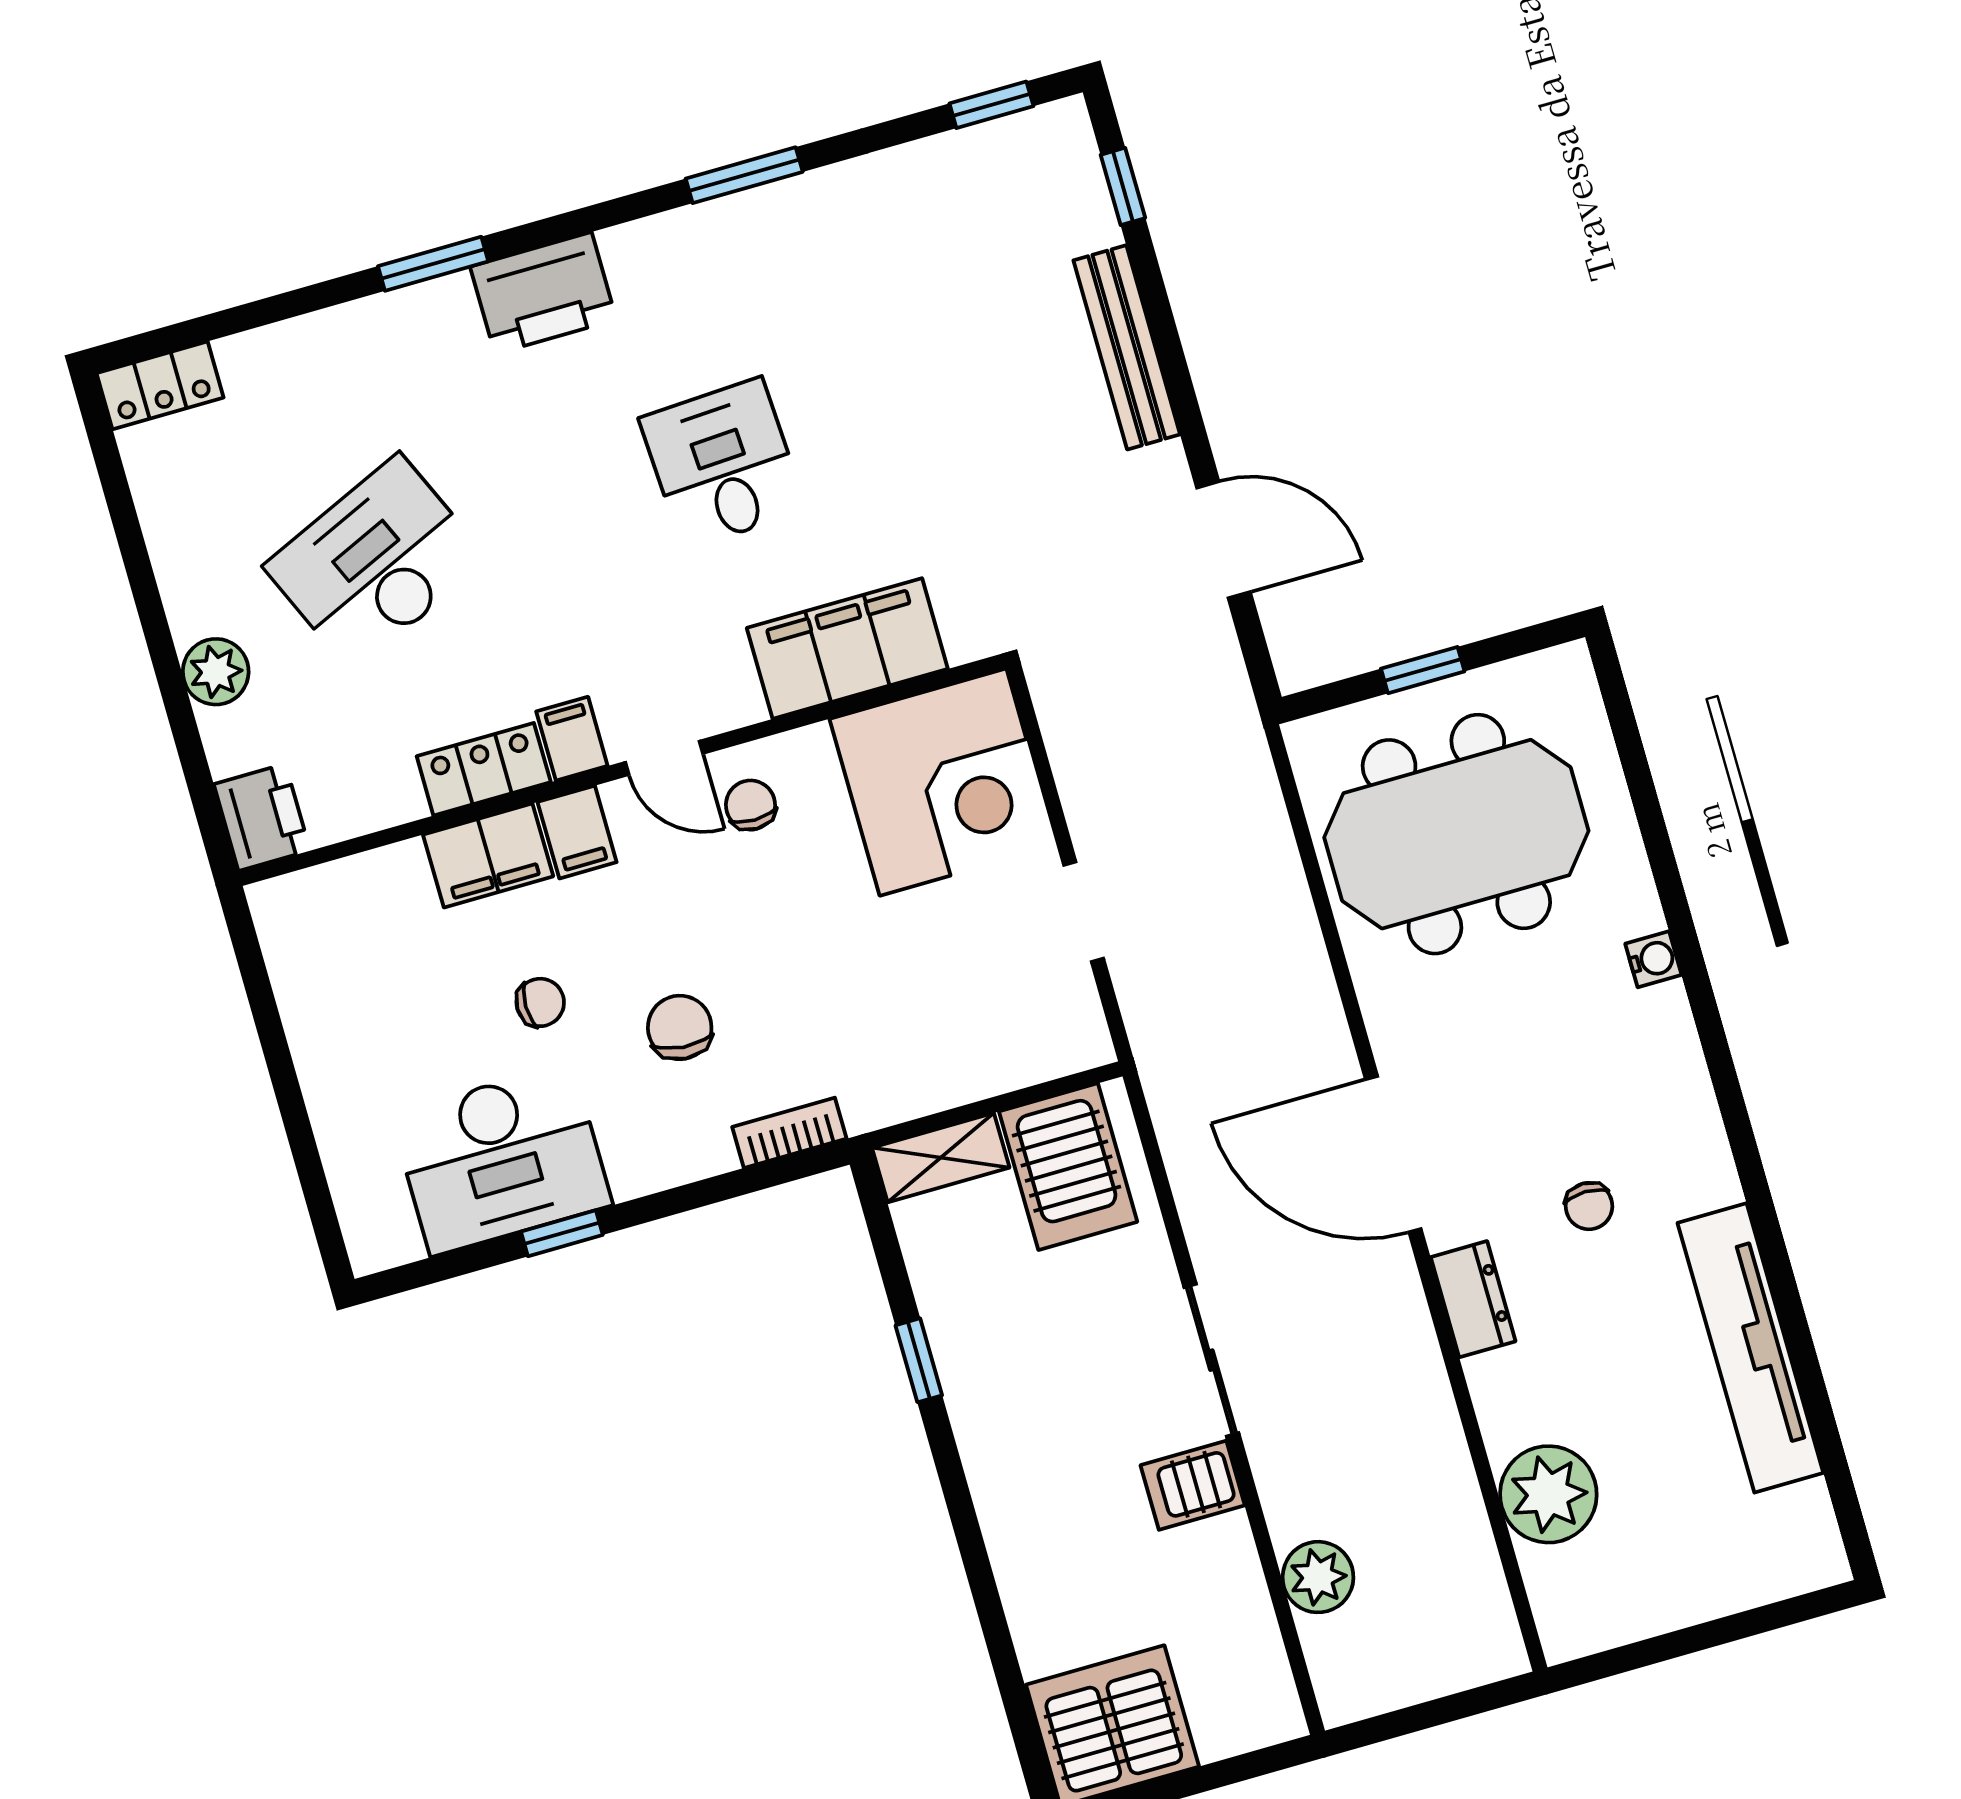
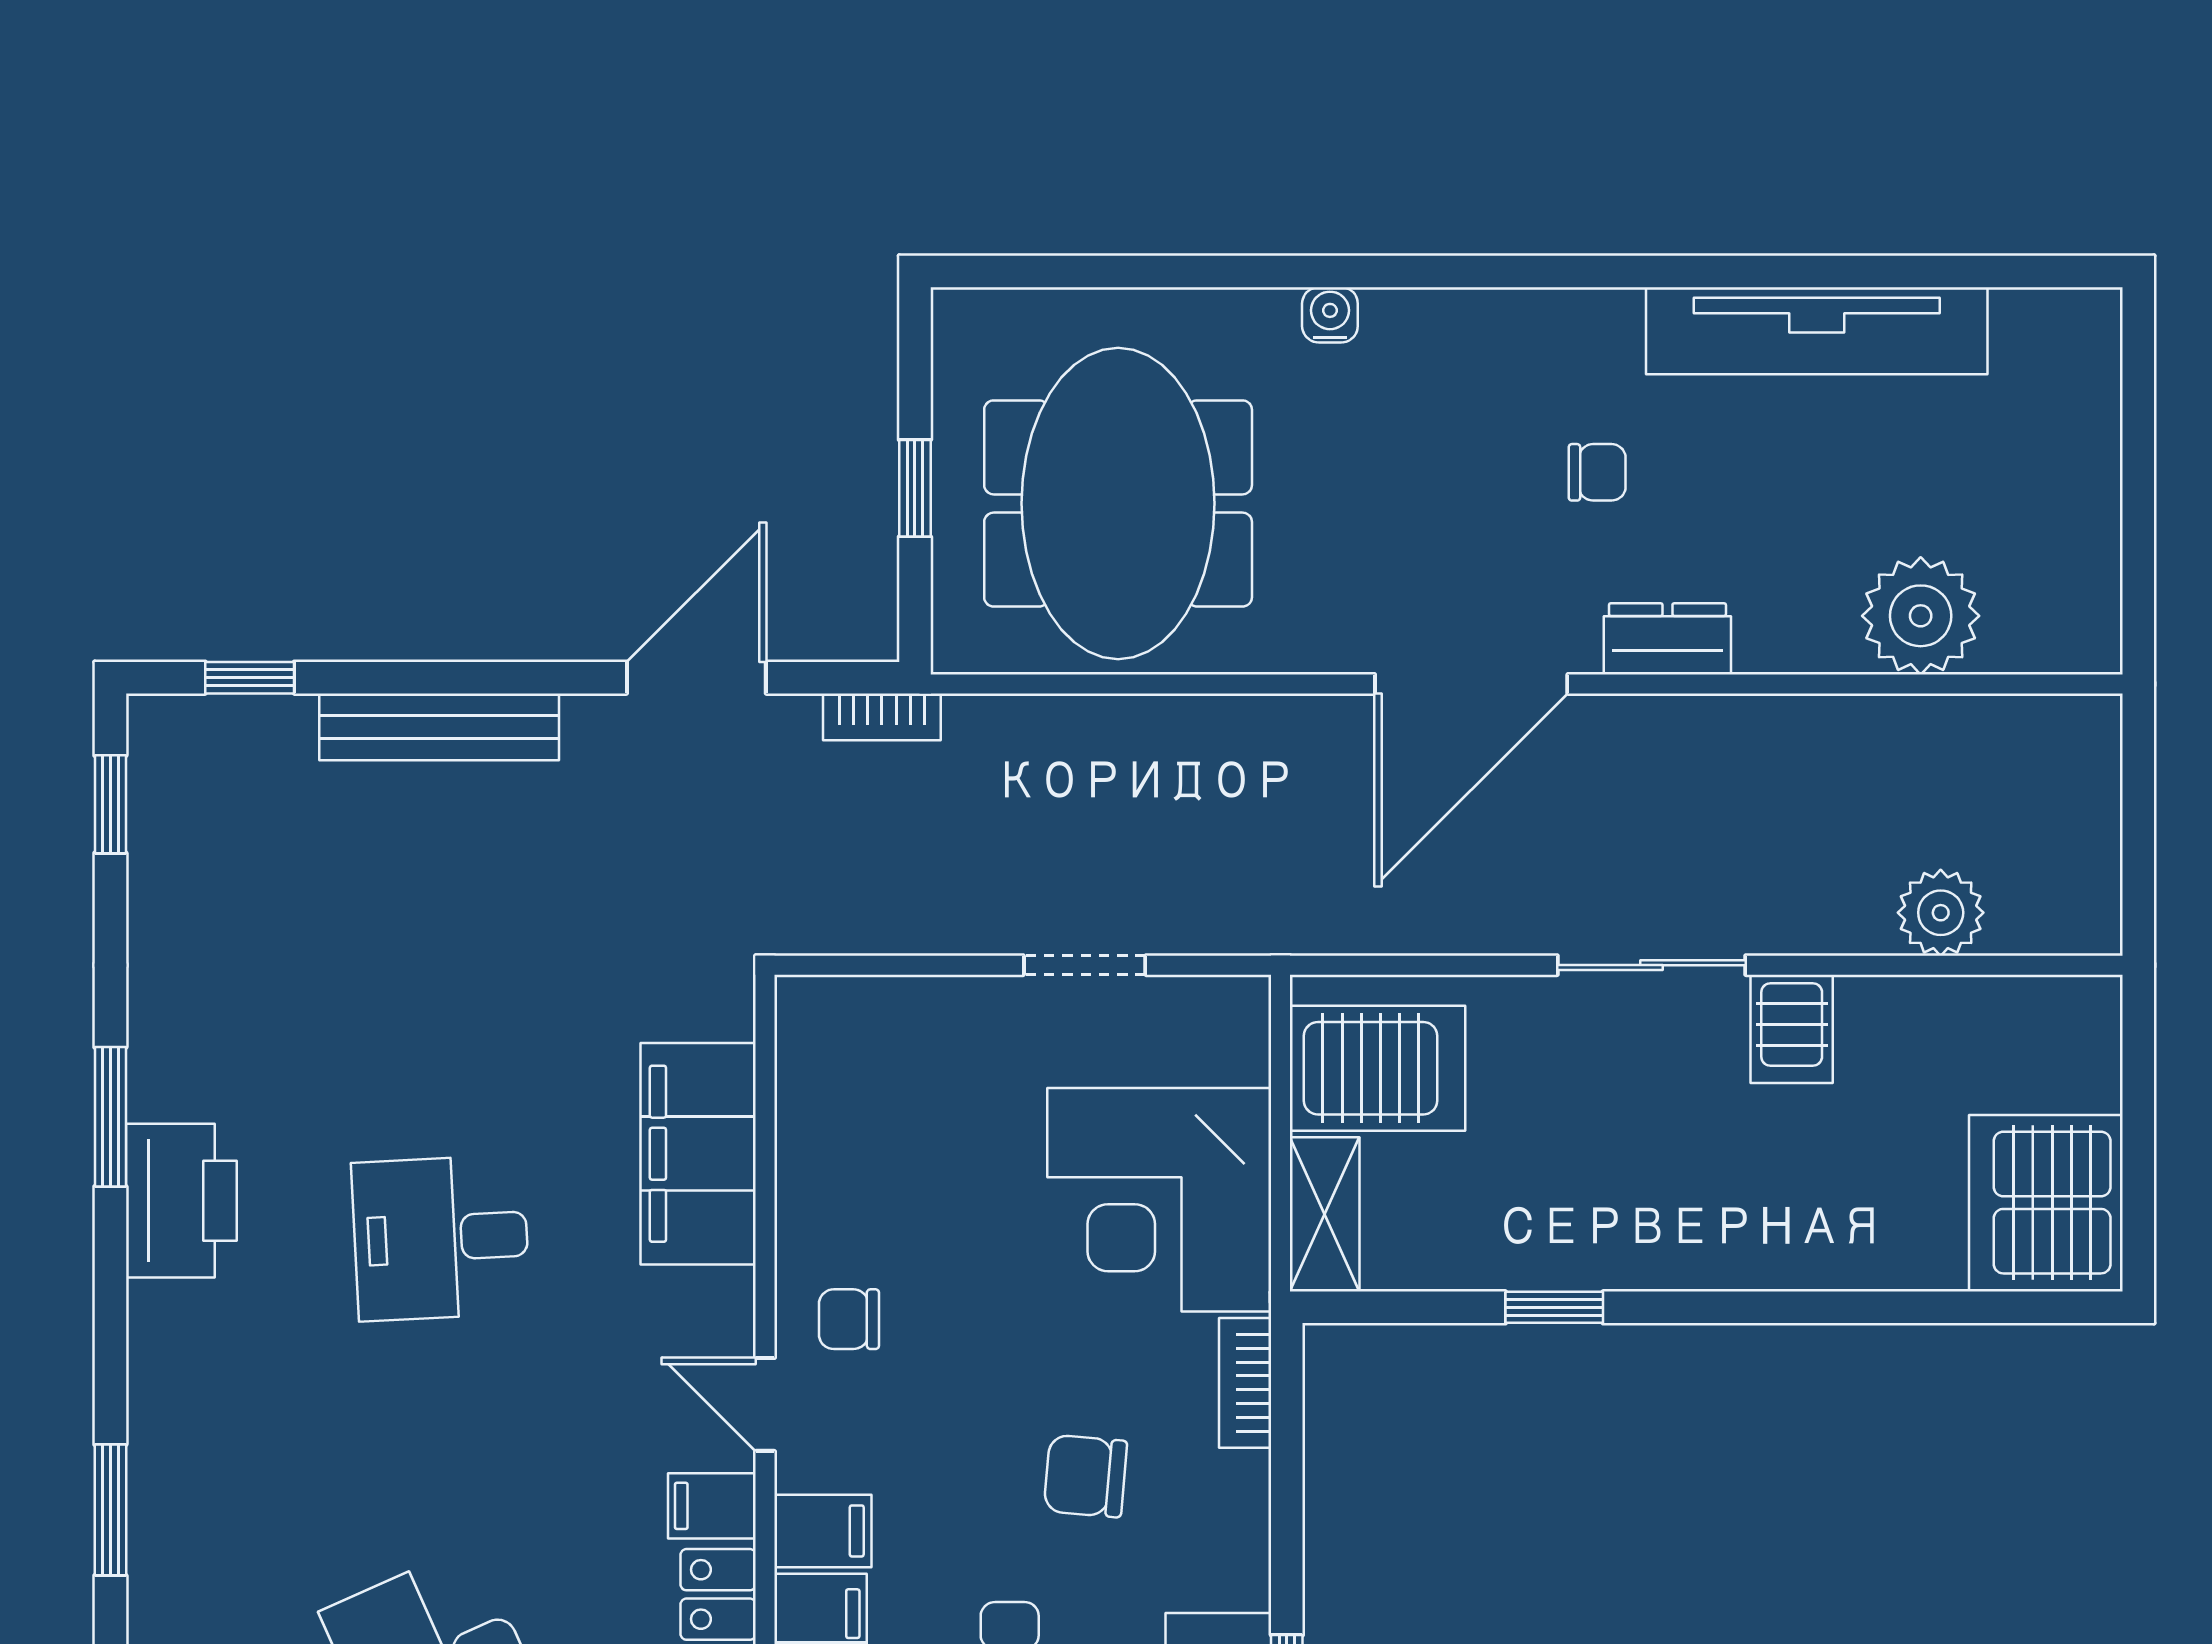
printer: (543, 293) -> (181, 1201), moved
bookcase: (1234, 695) -> (882, 717), added
door: (664, 758) -> (765, 1404), swing flipped
corner desk: (943, 782) -> (1159, 1200), moved, turned 180

